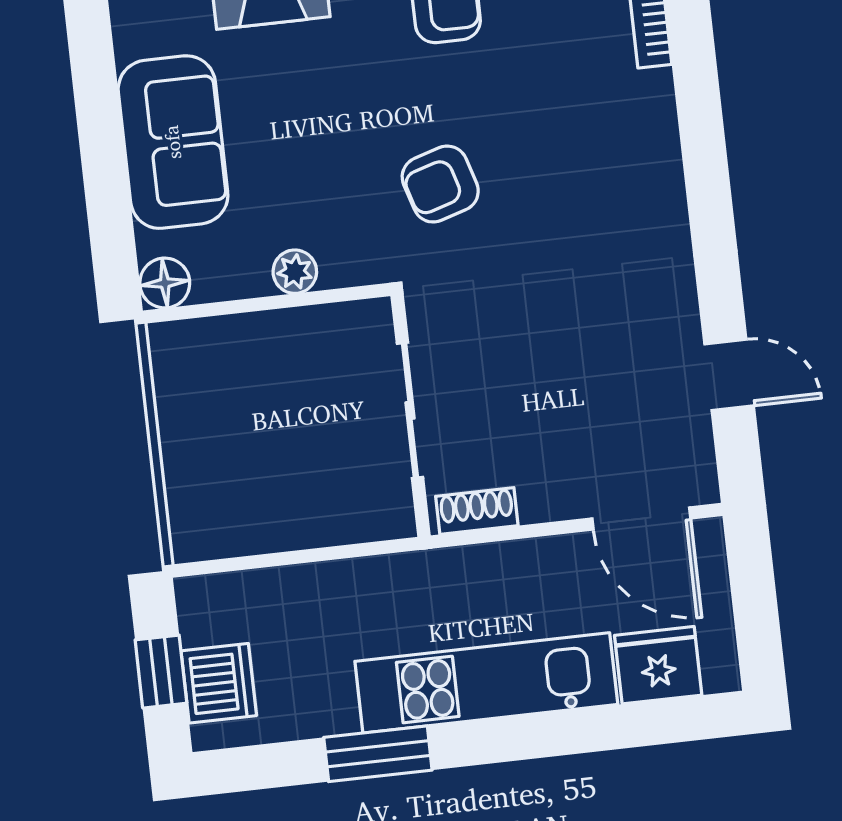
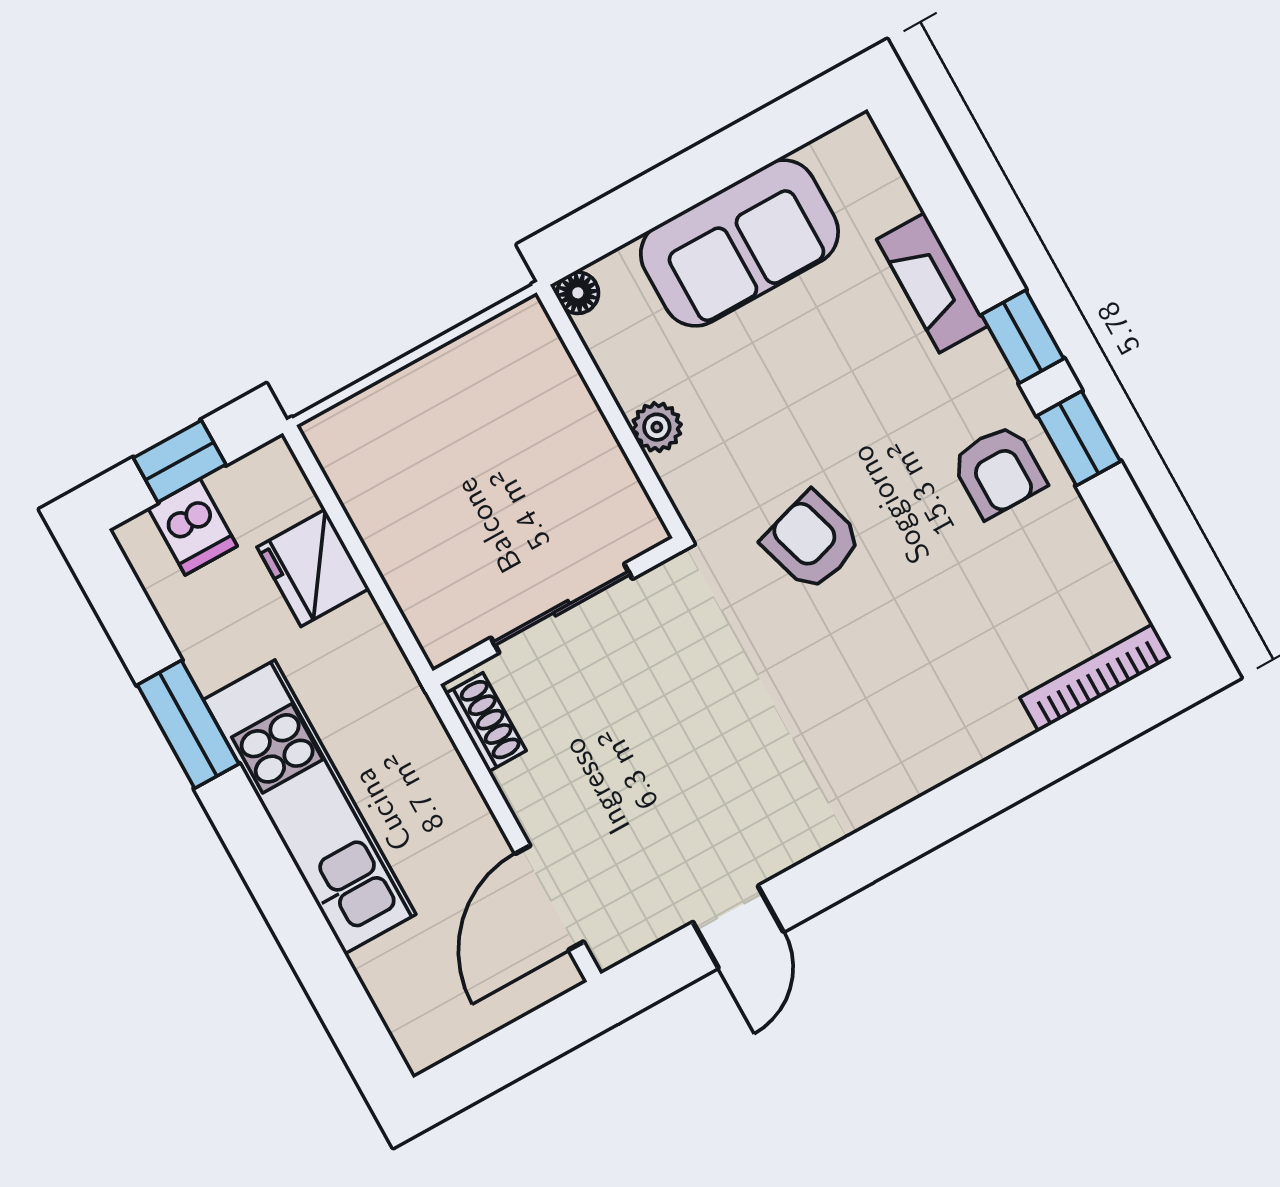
floor lamp: (165, 283) -> (578, 293), width x0.73, depth x0.73
fridge: (658, 665) -> (313, 568), moved, turned 180
dishwasher: (219, 683) -> (193, 527), width x0.73

